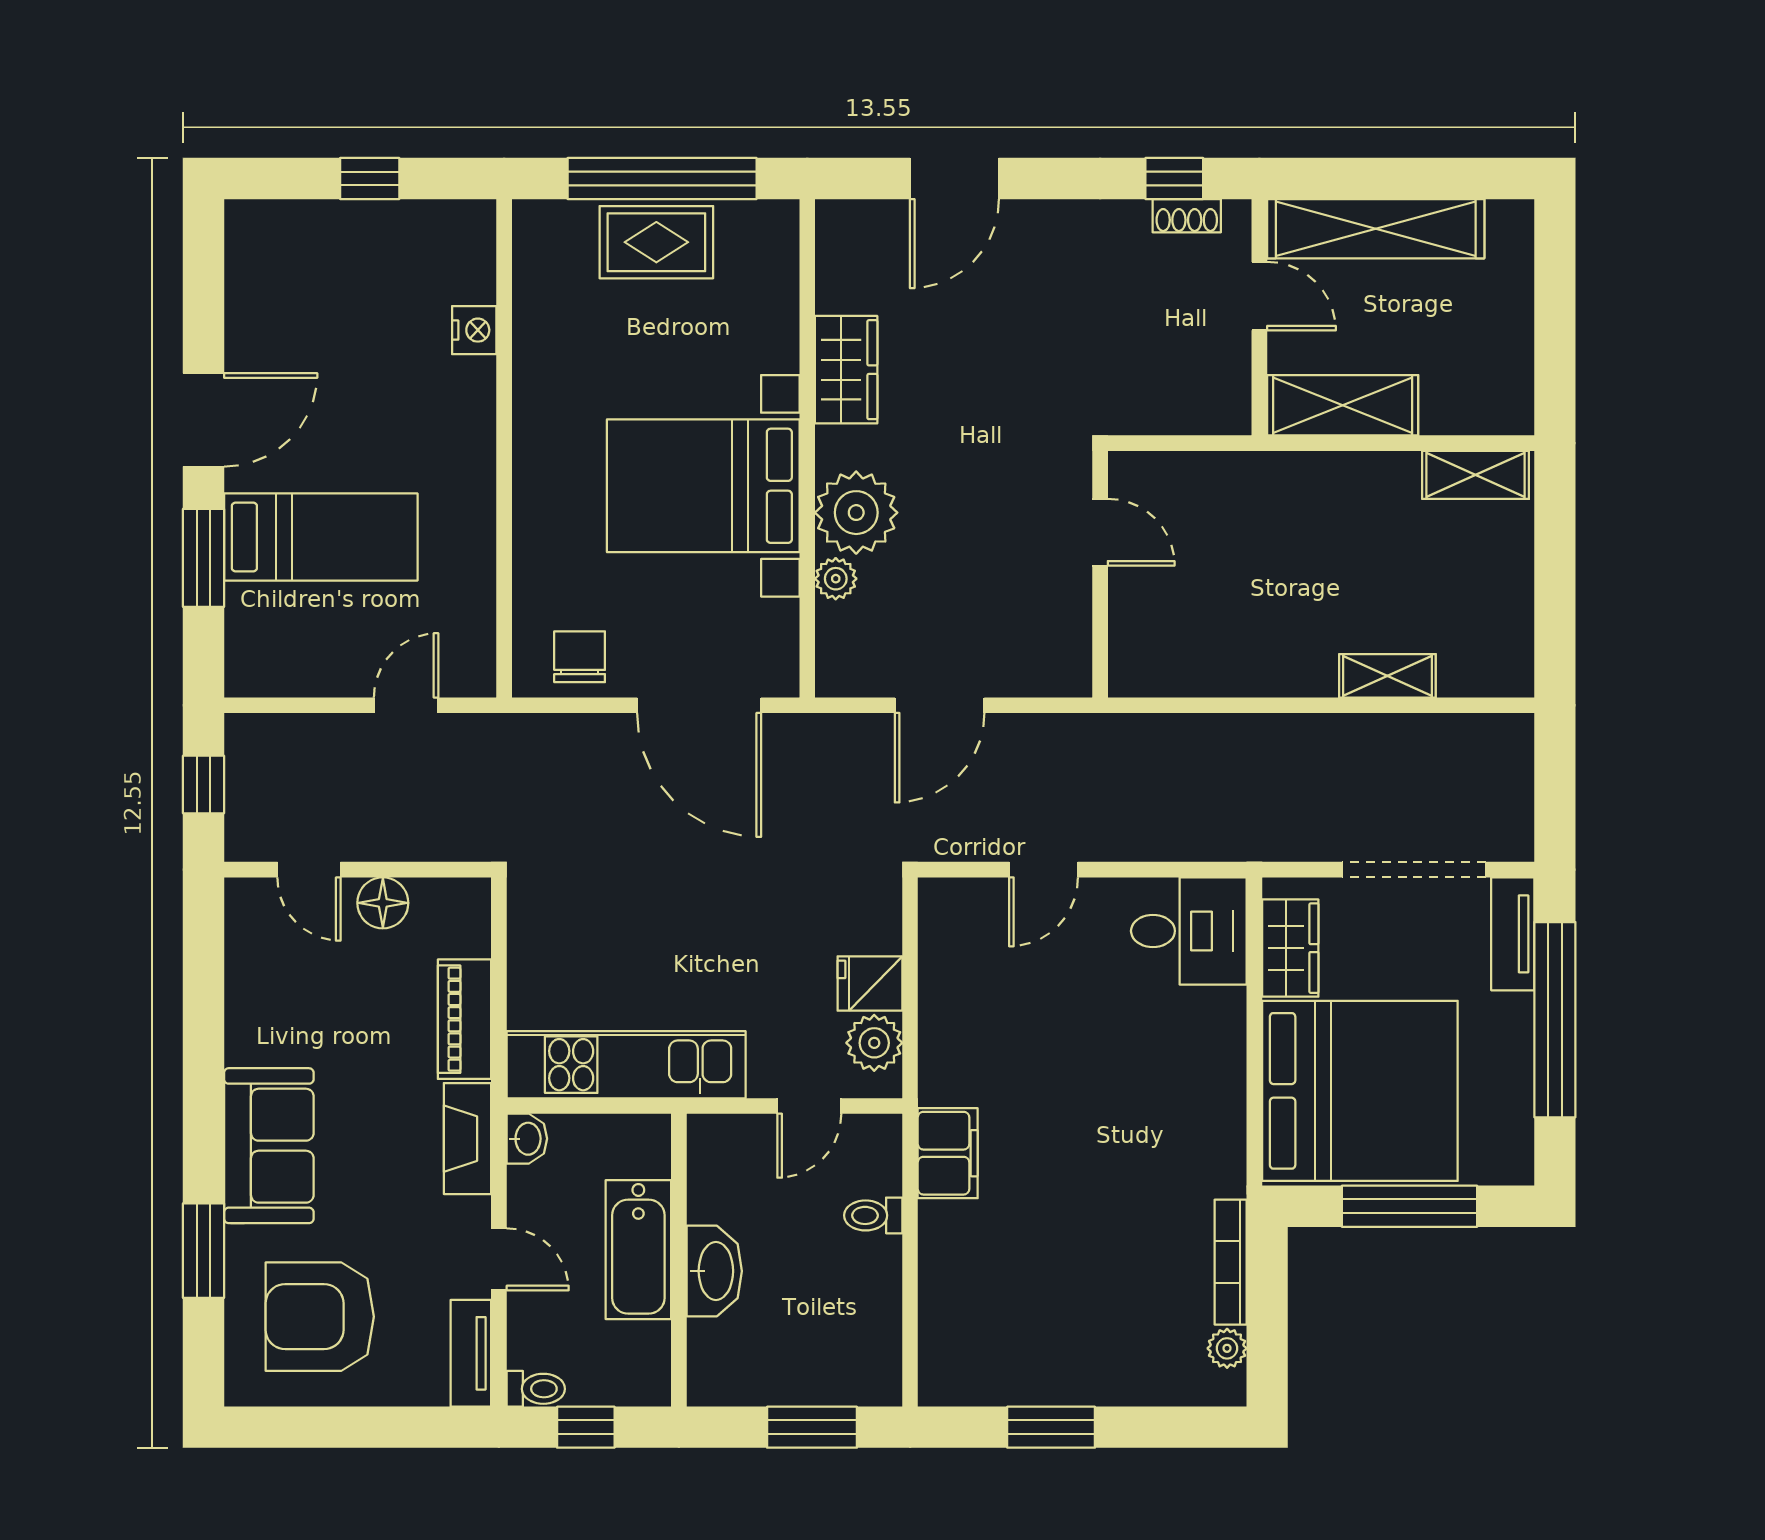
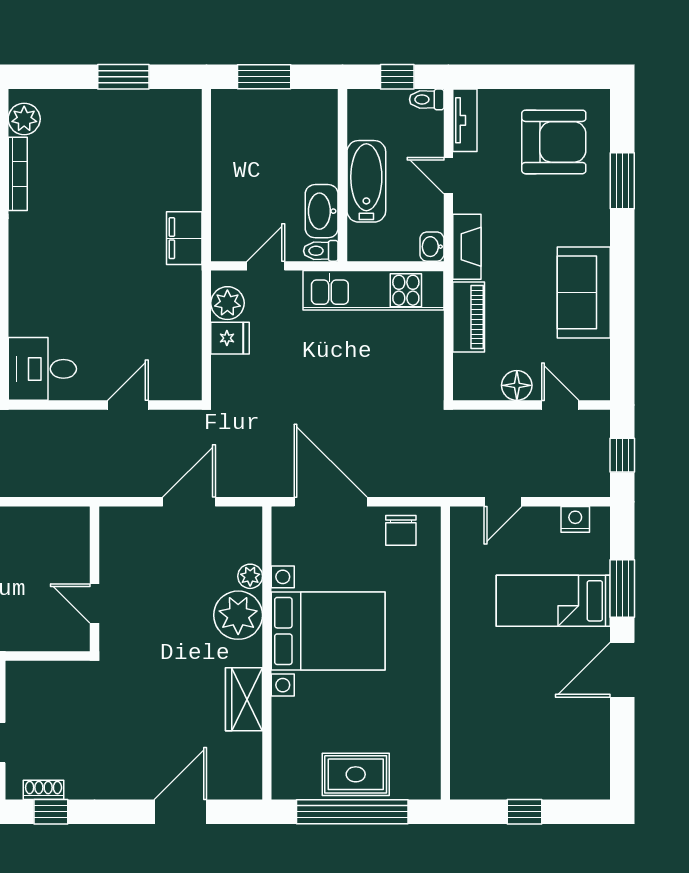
nightstand: (474, 330) -> (575, 519), moved, turned 90
sofa: (269, 1146) -> (584, 292), moved
toilet: (873, 1215) -> (321, 251), moved, turned 180
washbasin: (714, 1271) -> (322, 211), moved
plant: (1227, 1348) -> (24, 119), width x1.38, depth x1.38

